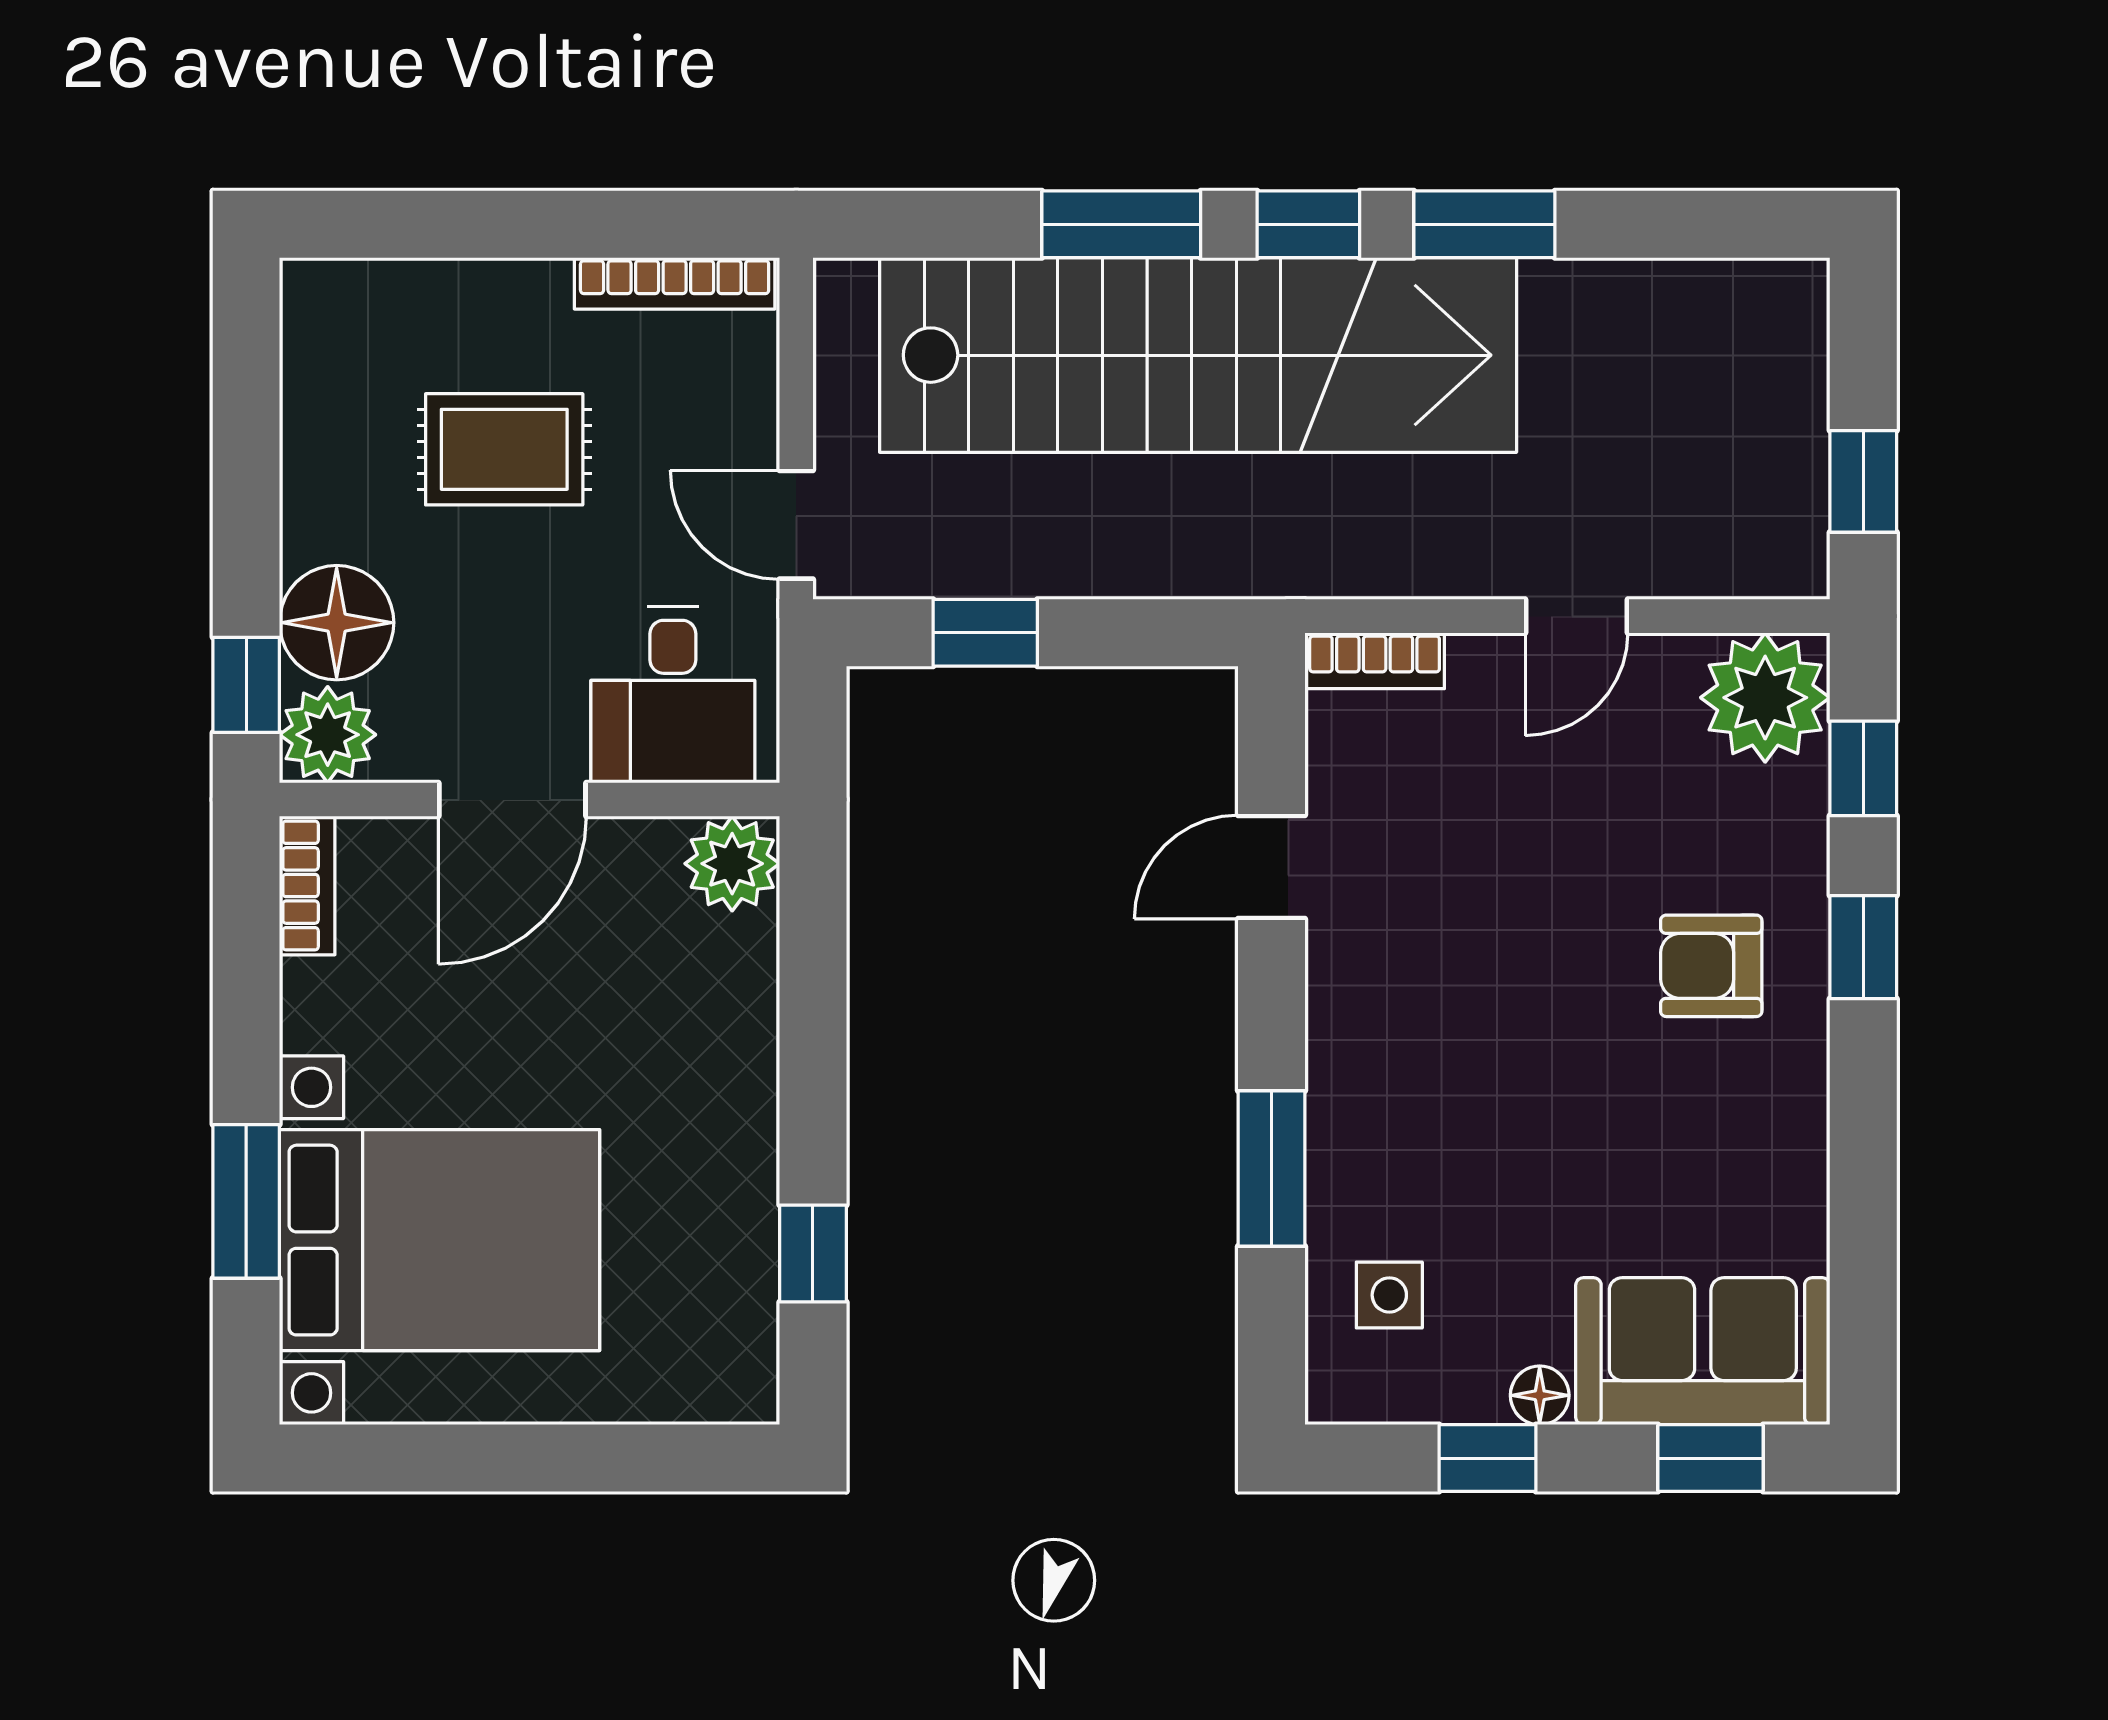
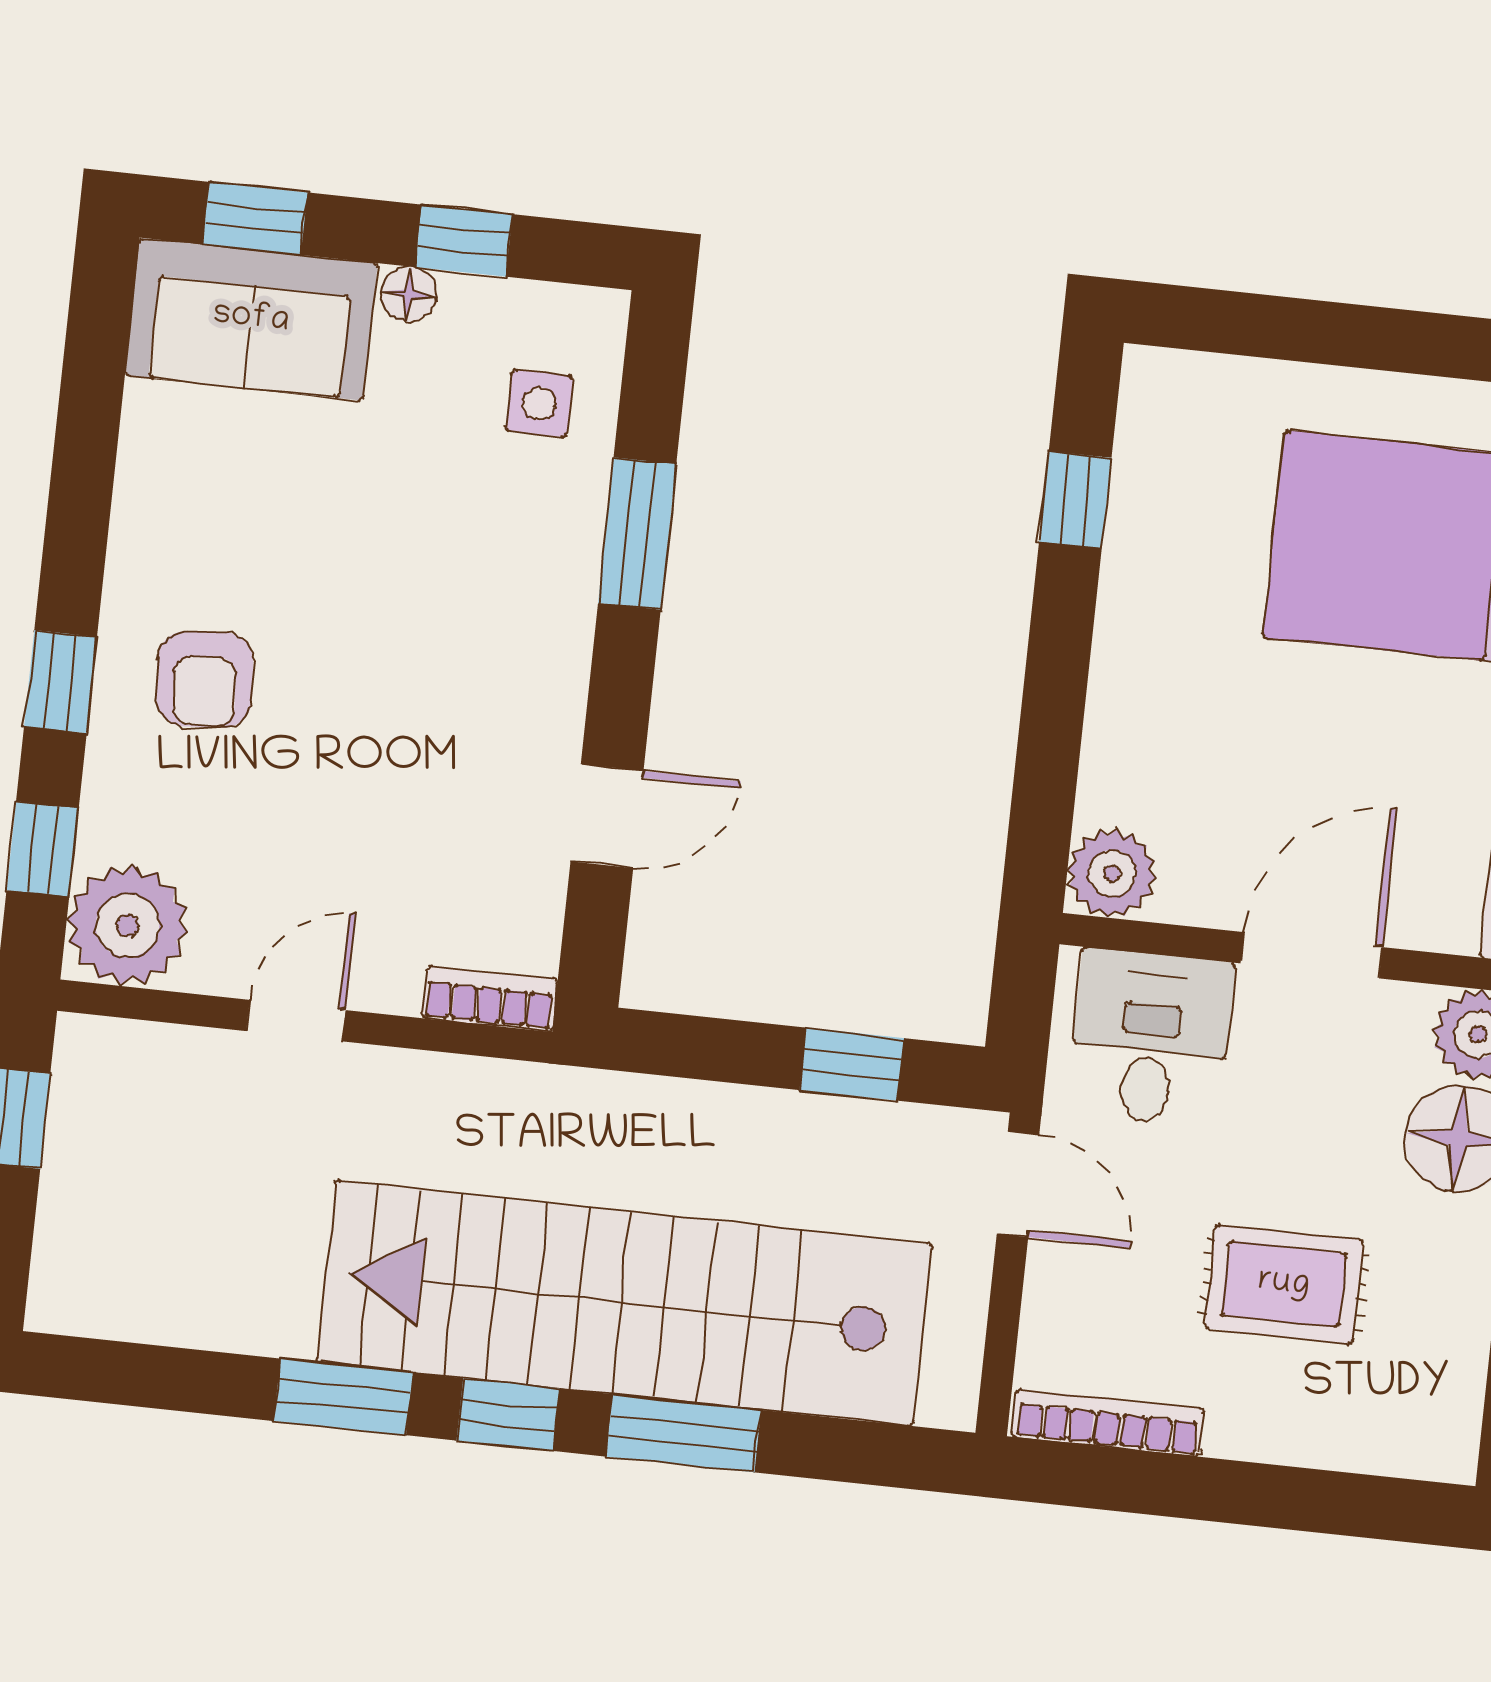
armchair: (1711, 966) -> (205, 679), turned 86

